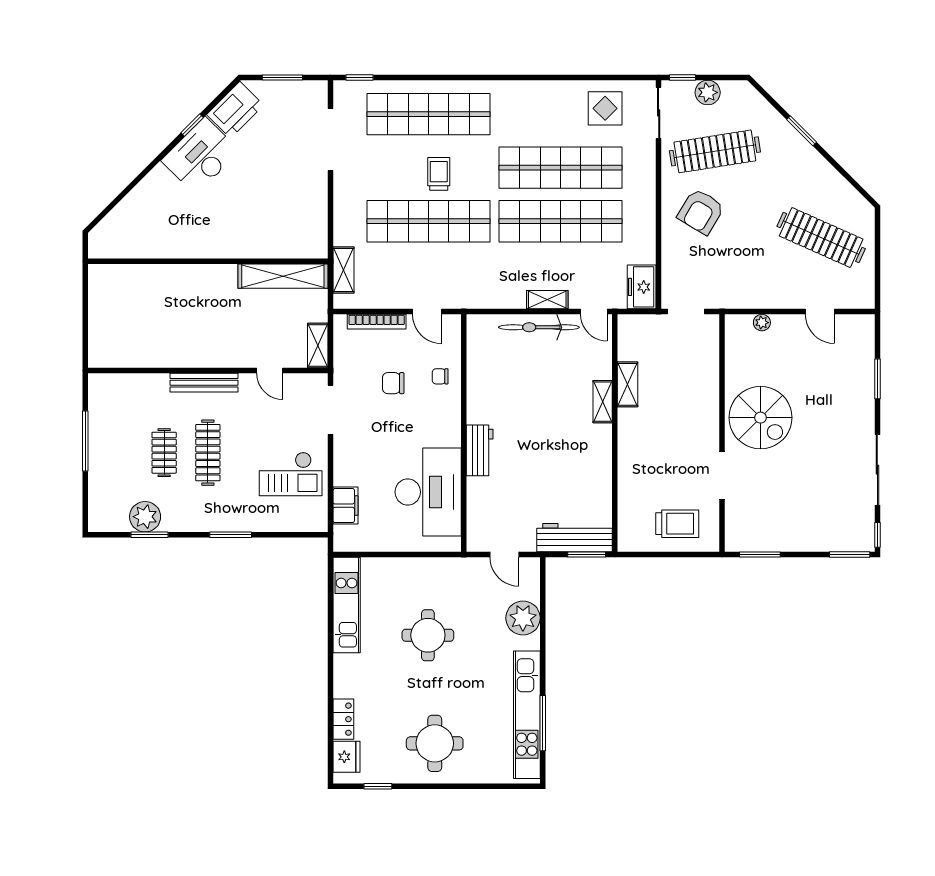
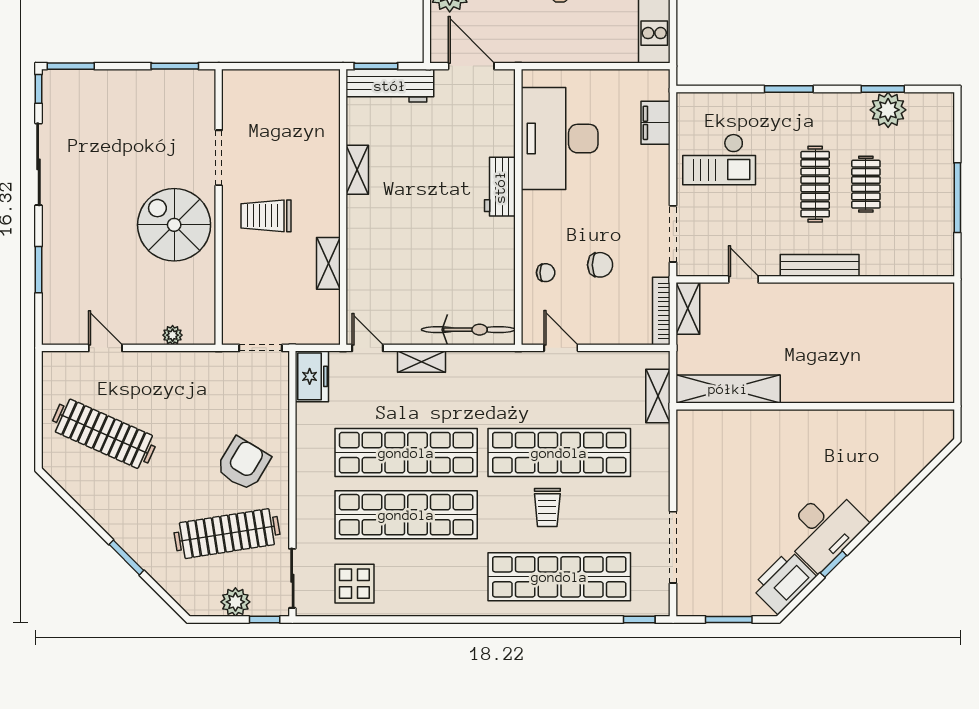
bookcase: (377, 322) -> (661, 311), moved, turned -90
bicycle: (539, 327) -> (468, 330), moved
shelving: (603, 402) -> (357, 170), moved
checkout: (291, 474) -> (719, 159), turned 180
trolley: (677, 524) -> (266, 216), moved
door: (504, 554) -> (471, 66), width x1.38

